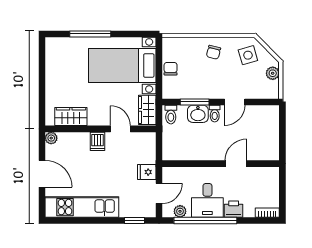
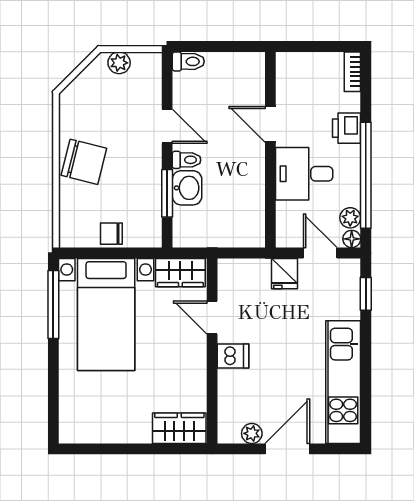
window: (90, 34) -> (53, 304), moved
chair: (213, 52) -> (84, 162), width x1.87, depth x1.87
side table: (248, 55) -> (89, 104), removed
toilet: (171, 115) -> (188, 61), moved
wardrobe: (71, 116) -> (179, 428), moved, turned 90
door: (120, 129) -> (212, 318), hinge flipped
plant: (51, 138) -> (252, 433), moved
desk: (207, 200) -> (304, 174), moved, turned 180
floor lamp: (167, 212) -> (352, 239), added

